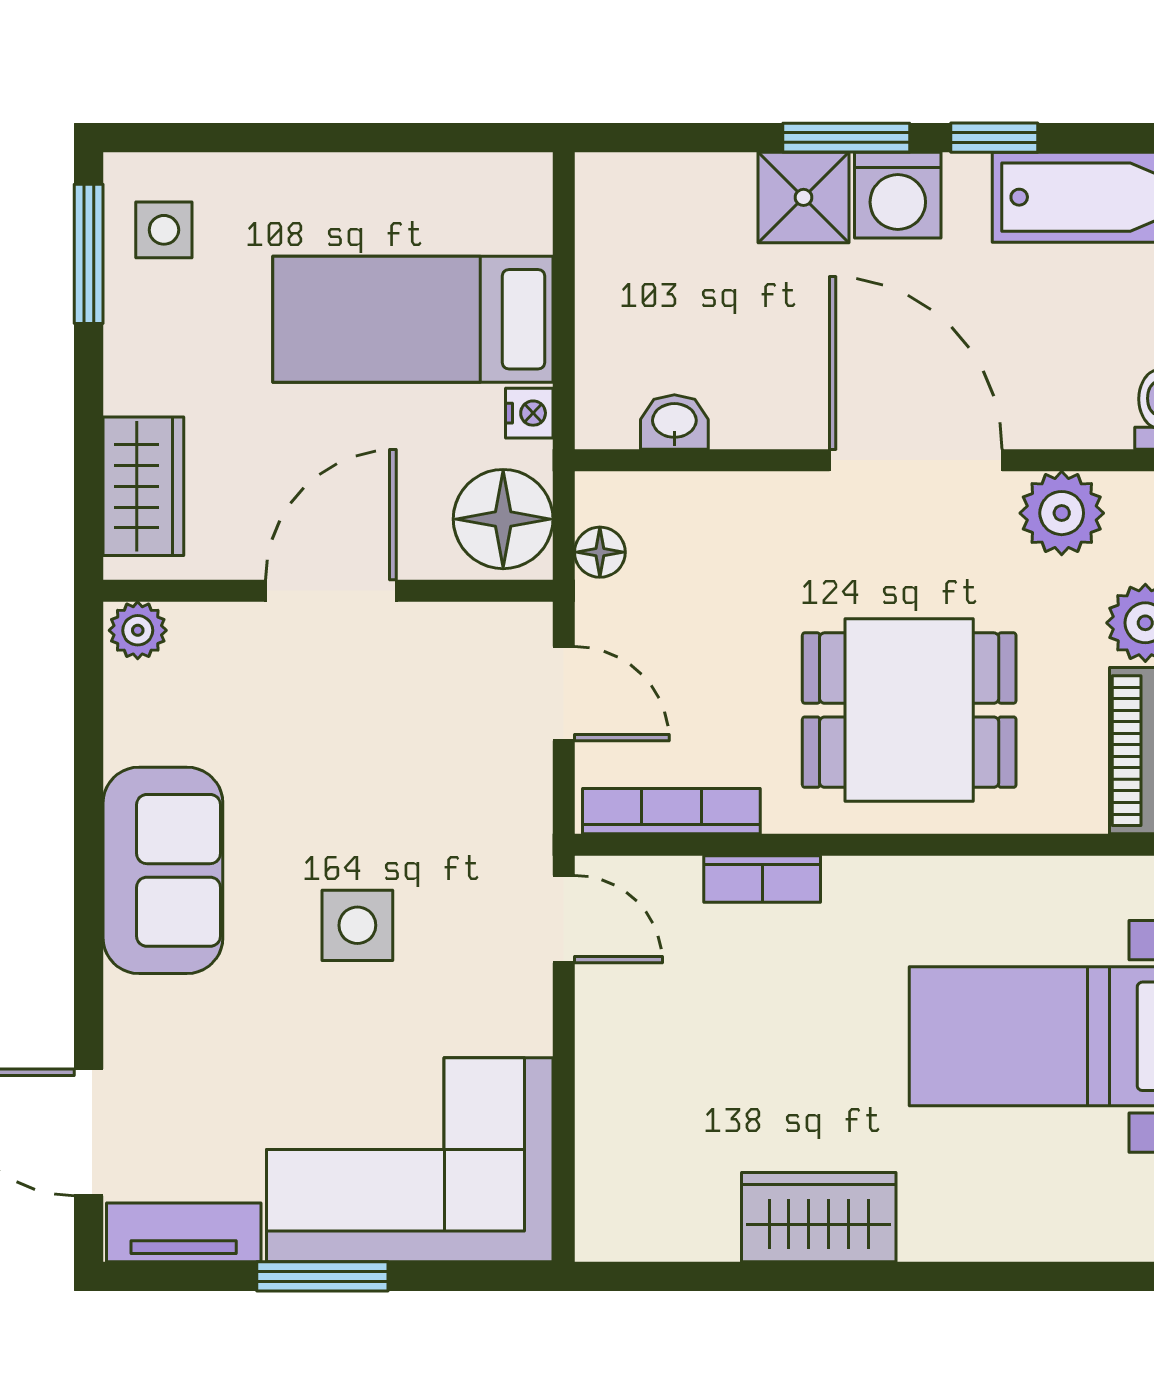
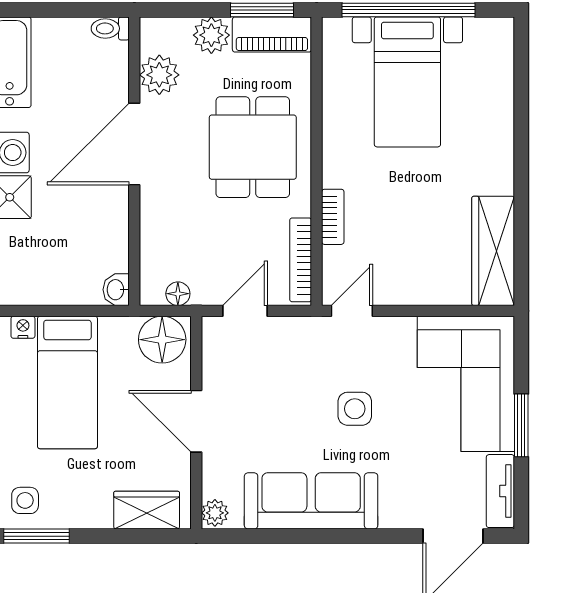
nightstand: (529, 413) -> (23, 327), moved
washbasin: (674, 422) -> (116, 290), moved
sofa: (163, 870) -> (311, 501), width x1.36
wardrobe: (819, 1217) -> (493, 251), moved, width x1.50

